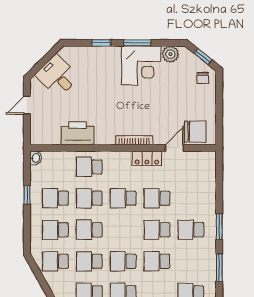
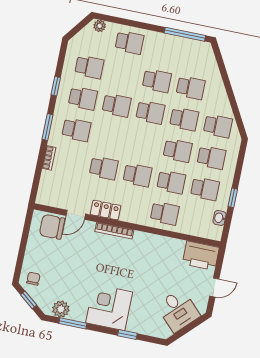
window: (137, 43) -> (73, 323), moved
corner desk: (141, 65) -> (109, 307), moved
printer: (78, 133) -> (201, 256), moved
washbasin: (36, 158) -> (219, 218), moved
bookcase: (212, 197) -> (49, 158), added
school desk: (157, 230) -> (83, 98), moved
window: (219, 268) -> (56, 86), width x0.67

